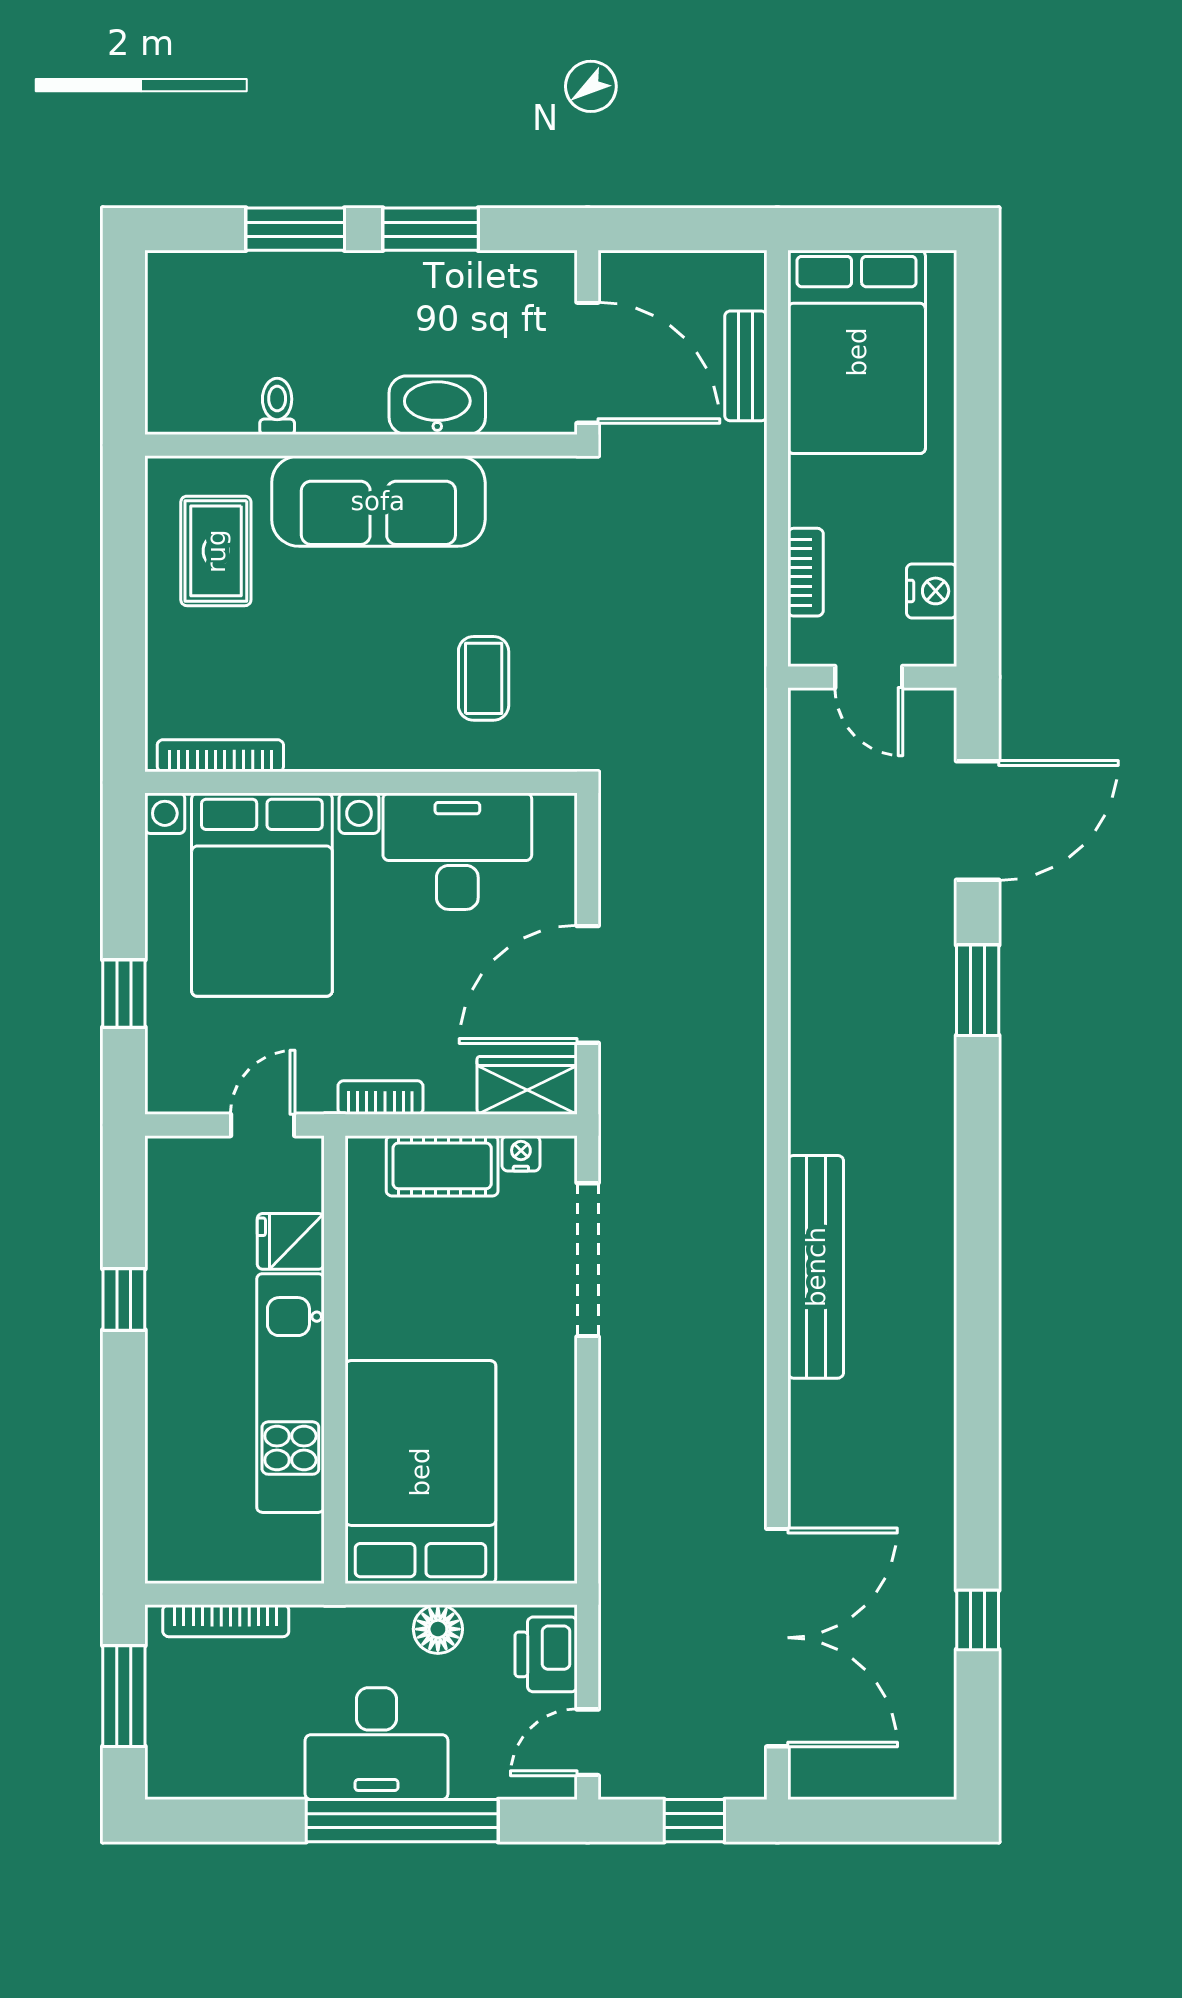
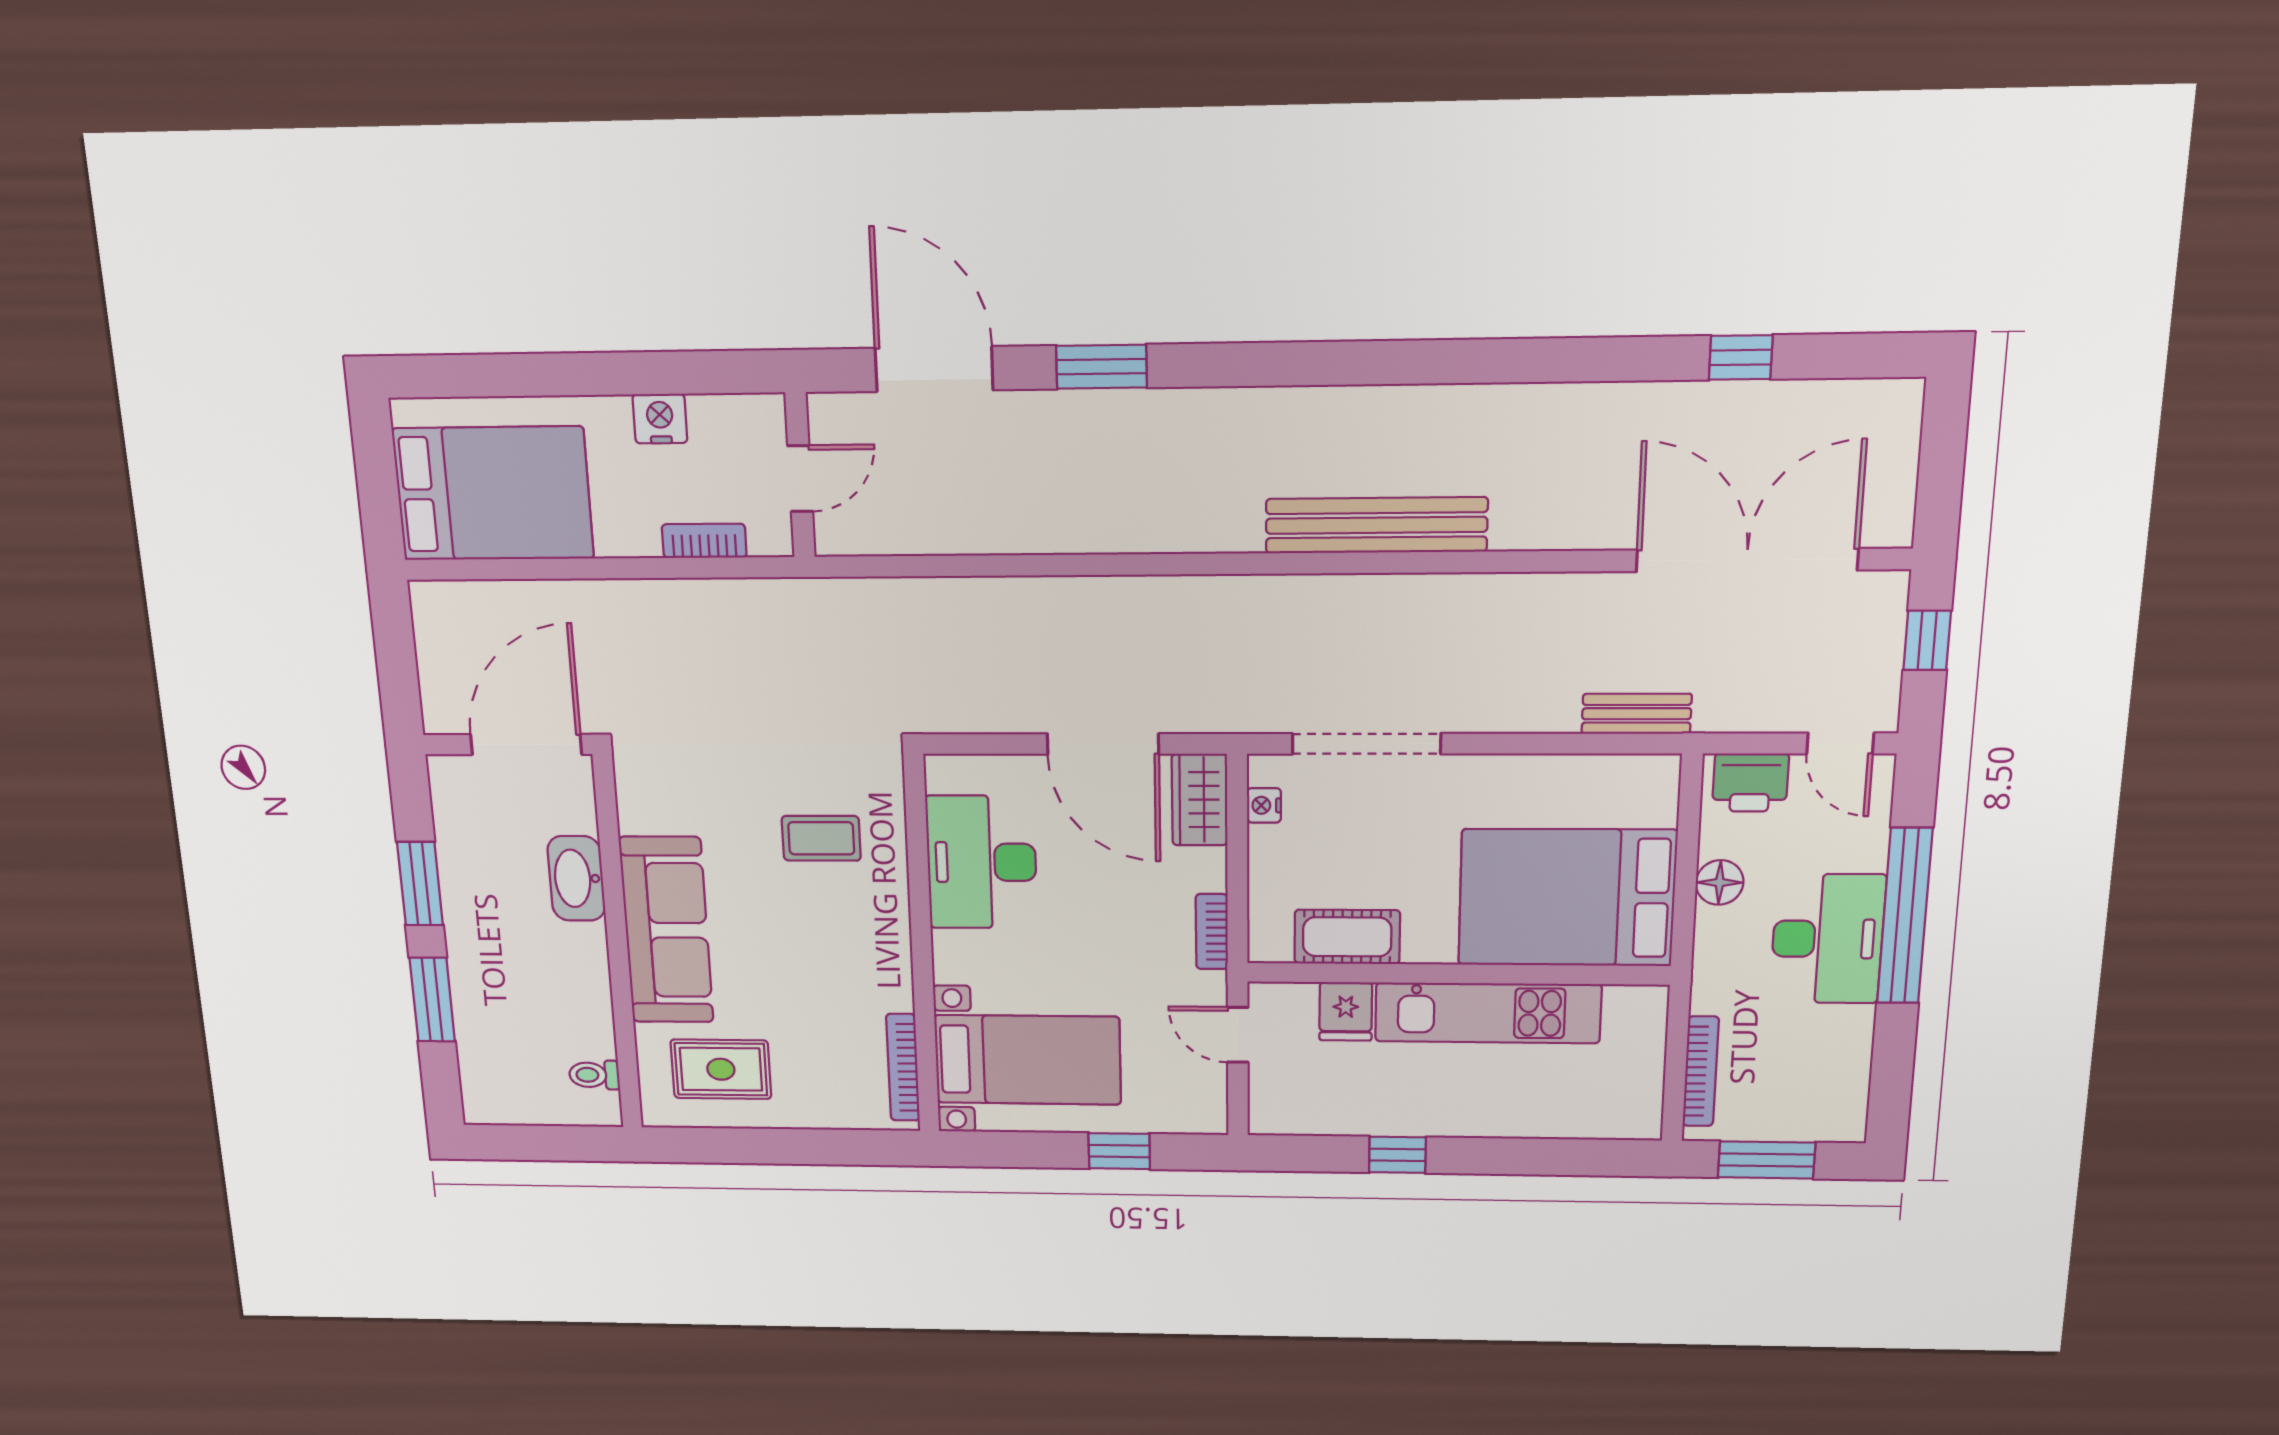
bench: (746, 366) -> (1637, 714), moved
toilet: (277, 406) -> (594, 1075), moved
nightstand: (932, 591) -> (660, 419), moved
bed with nightstands: (262, 895) -> (1028, 1060), width x0.73
cot: (442, 1166) -> (1347, 937), moved, turned 90

